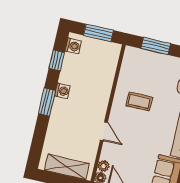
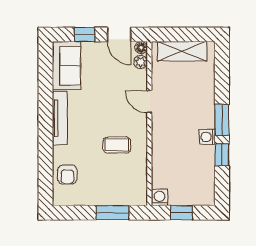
window: (99, 33) -> (181, 213), width x0.67
washing machine: (73, 46) -> (160, 198), moved, turned 90
window: (57, 60) -> (222, 155), moved

